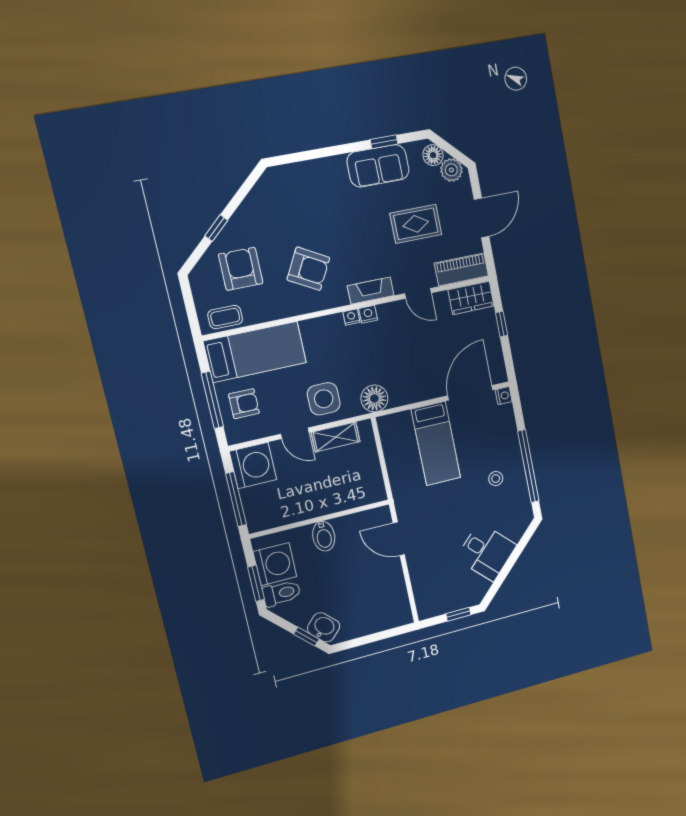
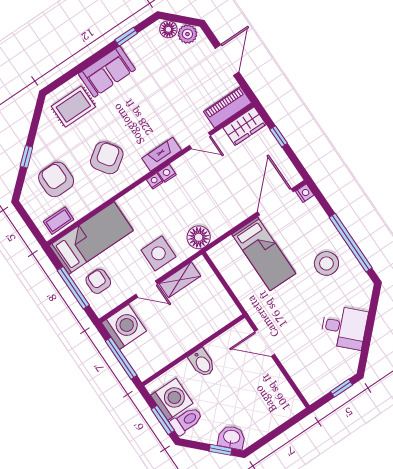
sofa: (378, 166) -> (107, 72), moved
rug: (416, 224) -> (73, 107), moved
armchair: (308, 269) -> (107, 158), turned -64
armchair: (244, 404) -> (98, 281), turned -90
stool: (496, 479) -> (326, 263), width x1.89, depth x1.89

